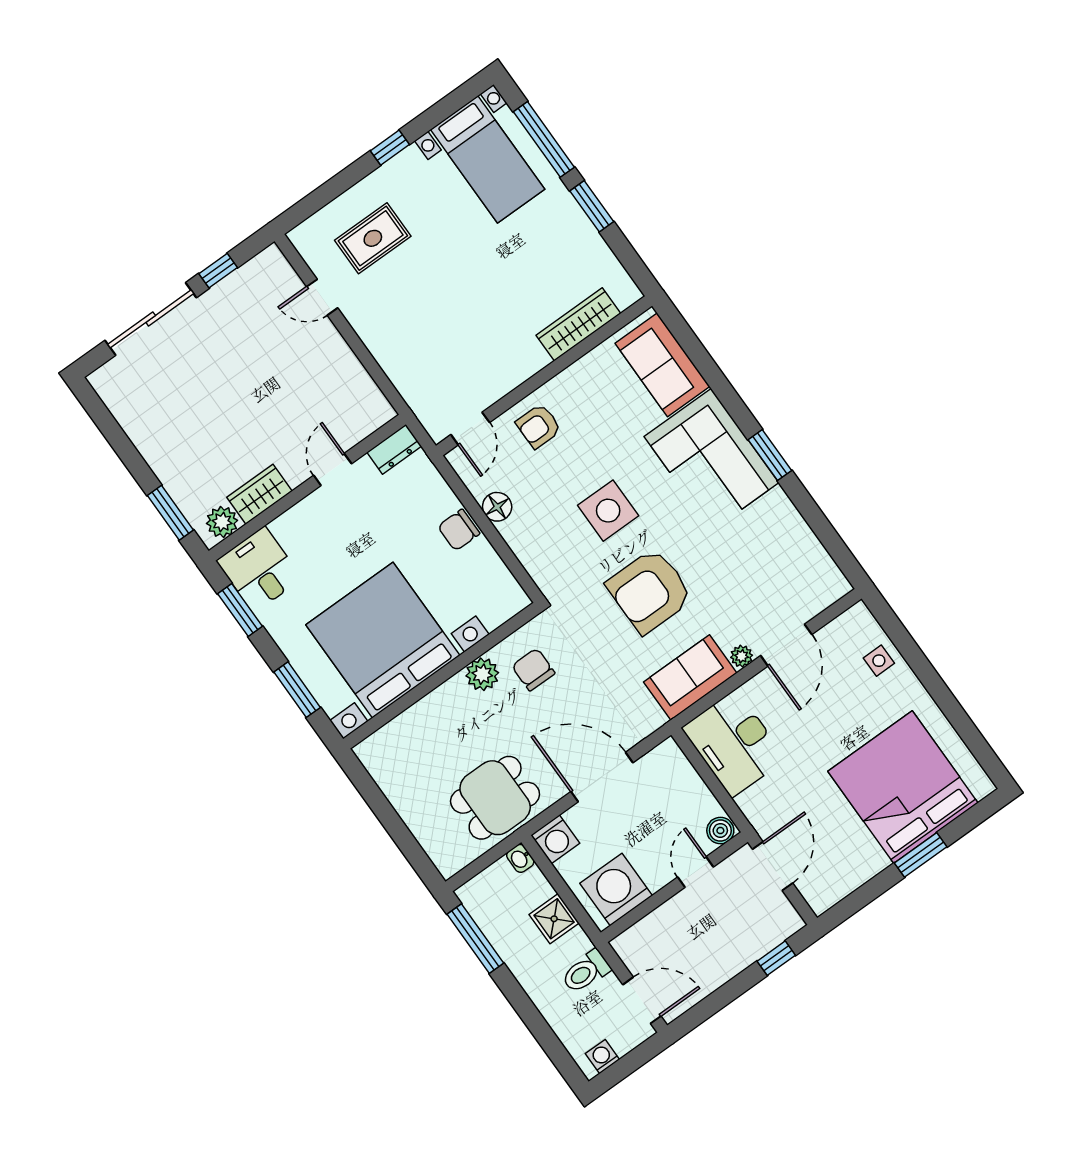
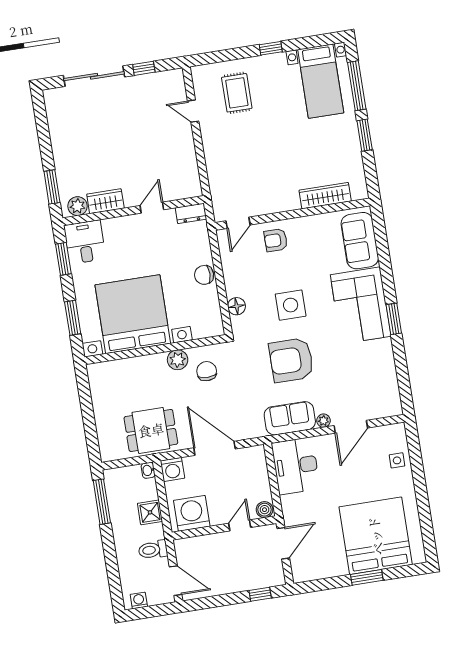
rug: (373, 238) -> (237, 93), turned 90
floor lamp: (497, 507) -> (237, 306), moved

